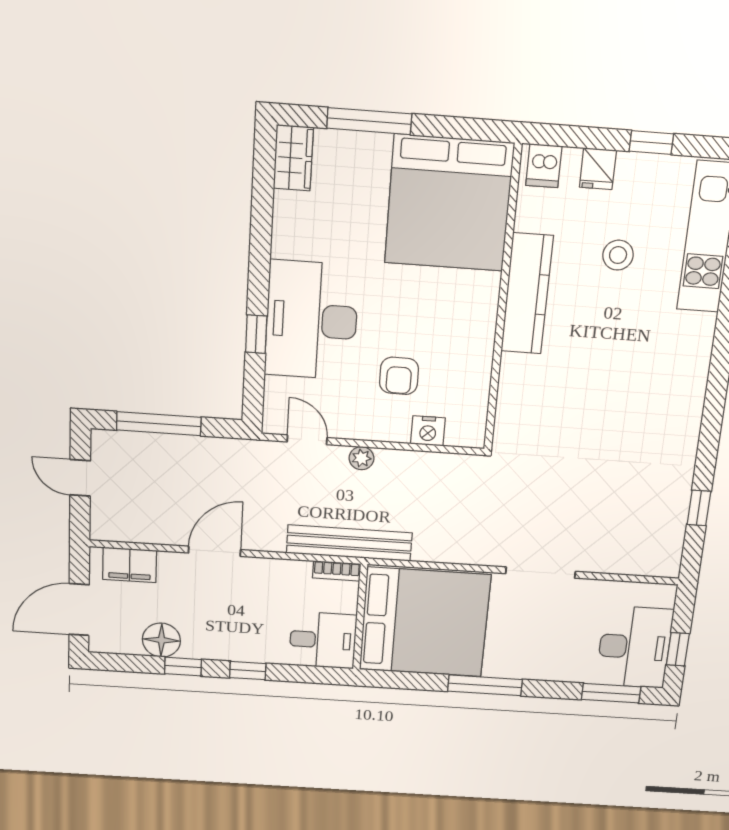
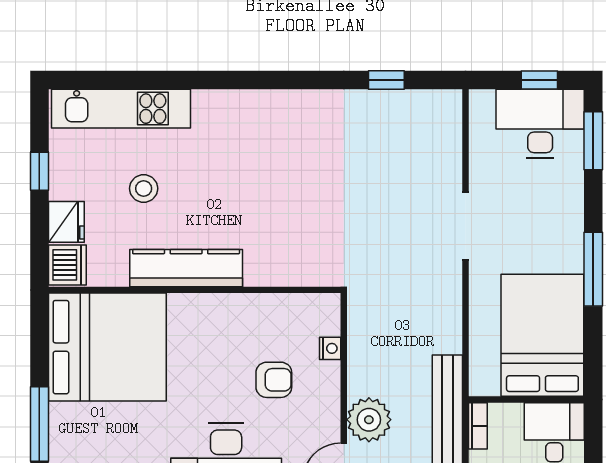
dishwasher: (544, 166) -> (67, 265), width x1.38
fridge: (598, 169) -> (66, 222), width x1.38
nightstand: (428, 431) -> (330, 348), width x0.72, depth x0.74
plant: (361, 458) -> (369, 420), width x1.88, depth x1.88
bed: (425, 622) -> (542, 335), width x0.73

